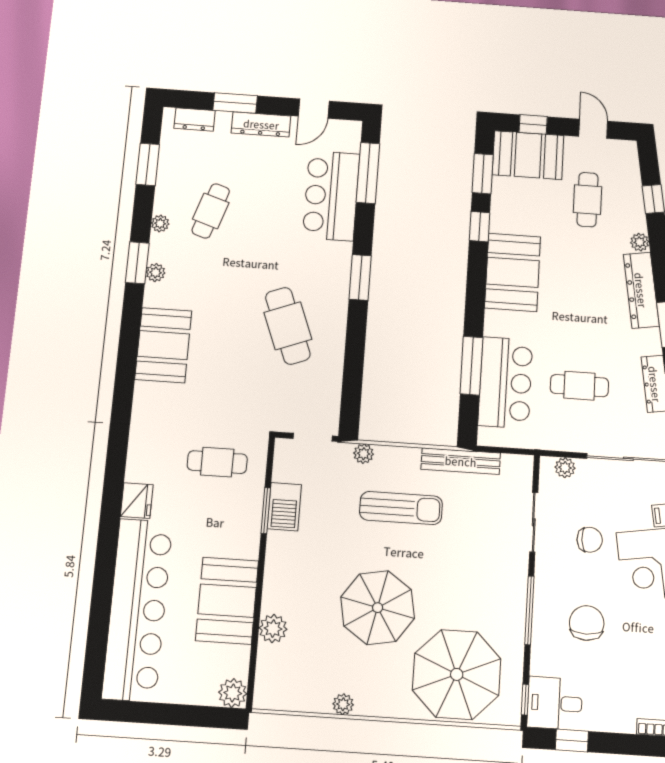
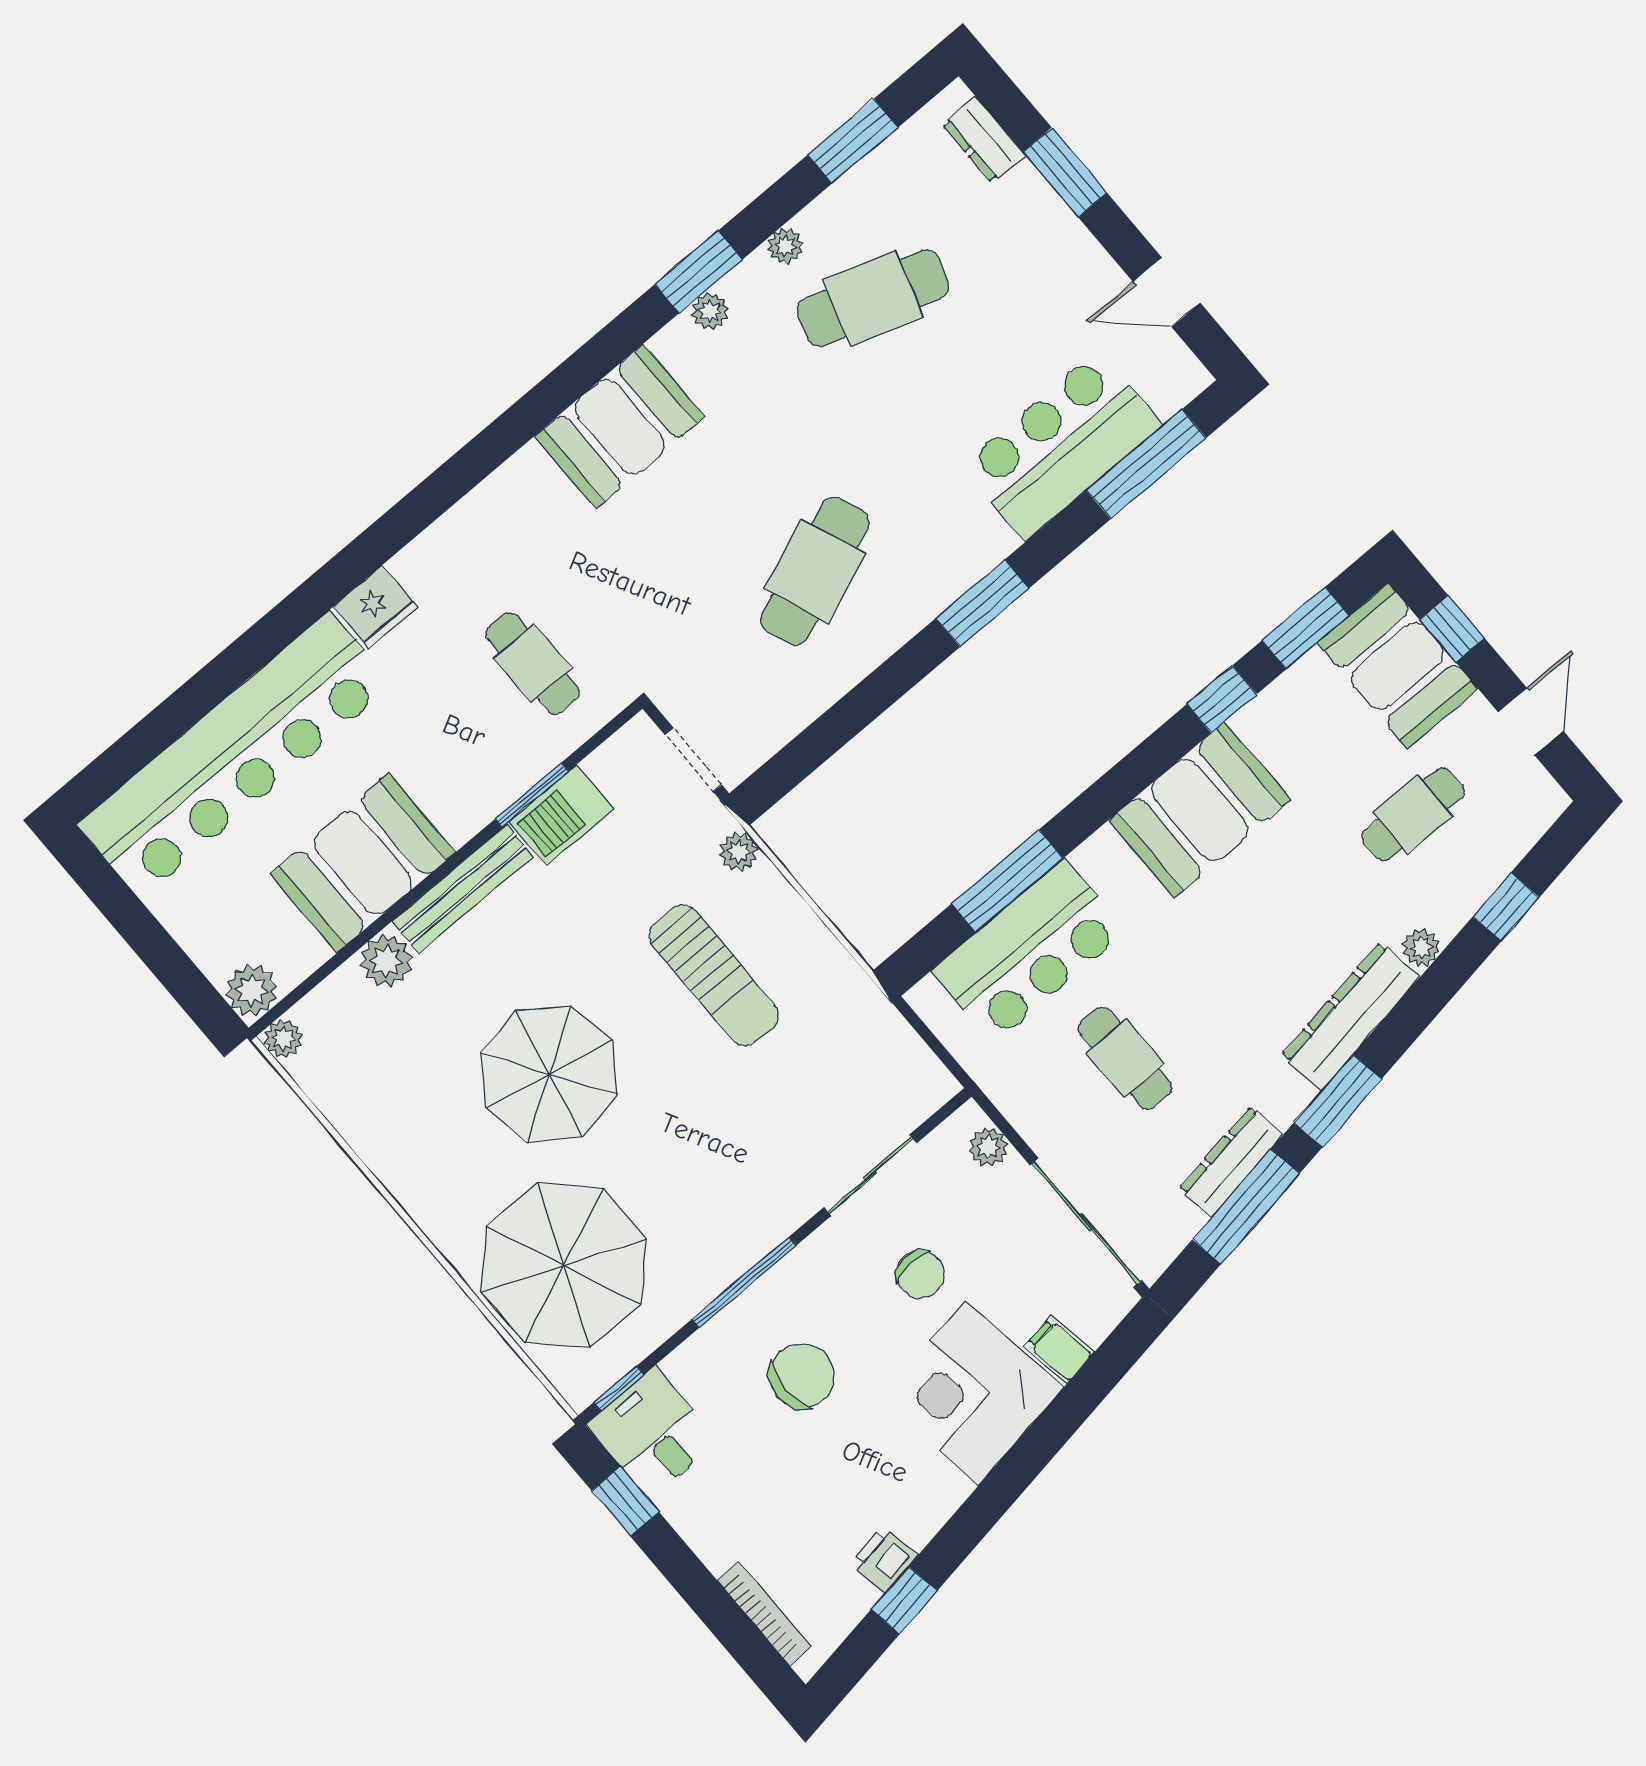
dresser: (261, 124) -> (1069, 241), removed
cafe table: (211, 211) -> (873, 298), width x1.37, depth x1.35
bench: (461, 461) -> (463, 889), moved, turned 90
plant: (343, 704) -> (283, 1039), moved

